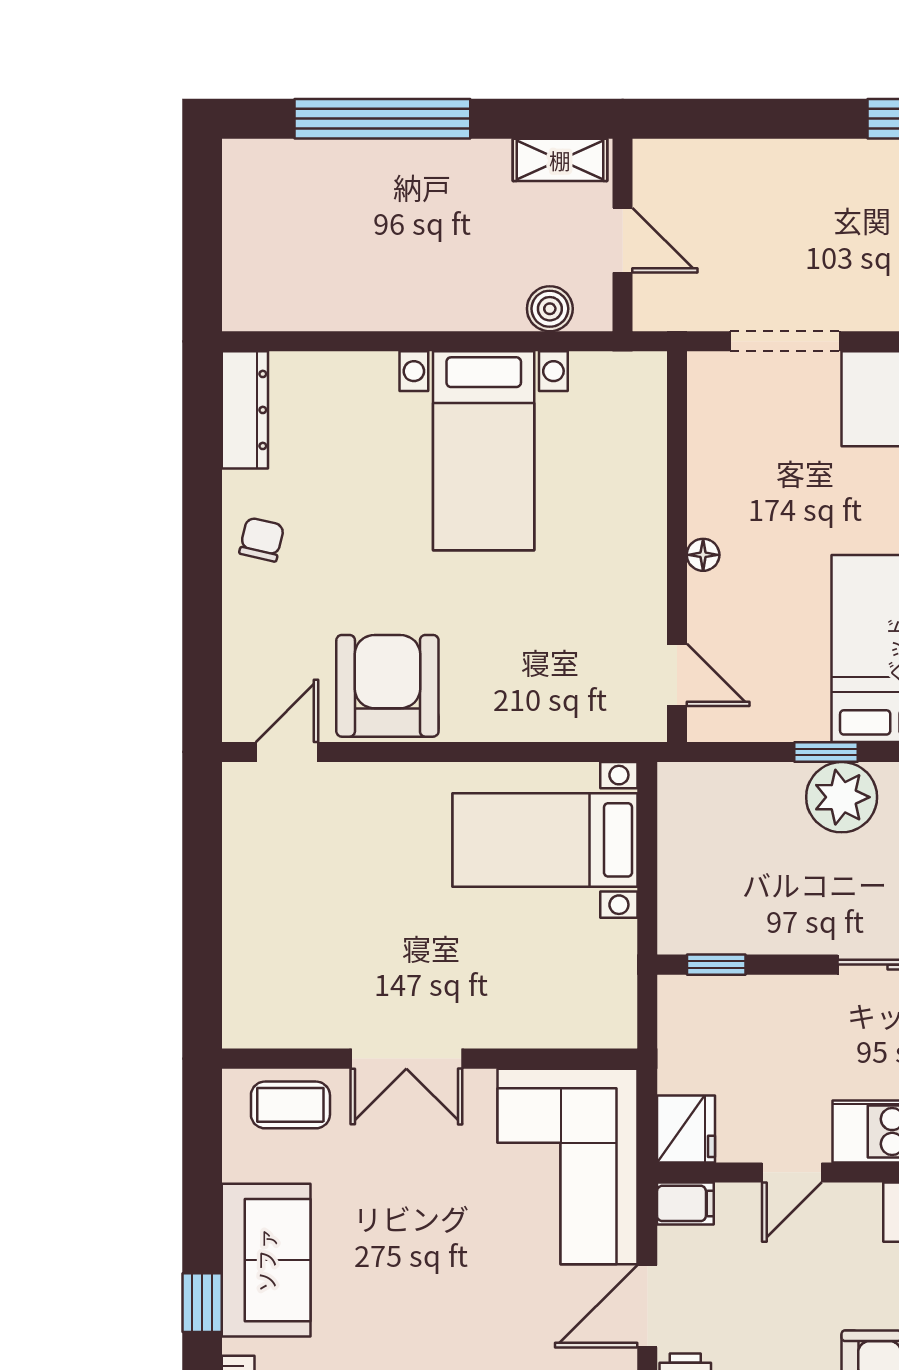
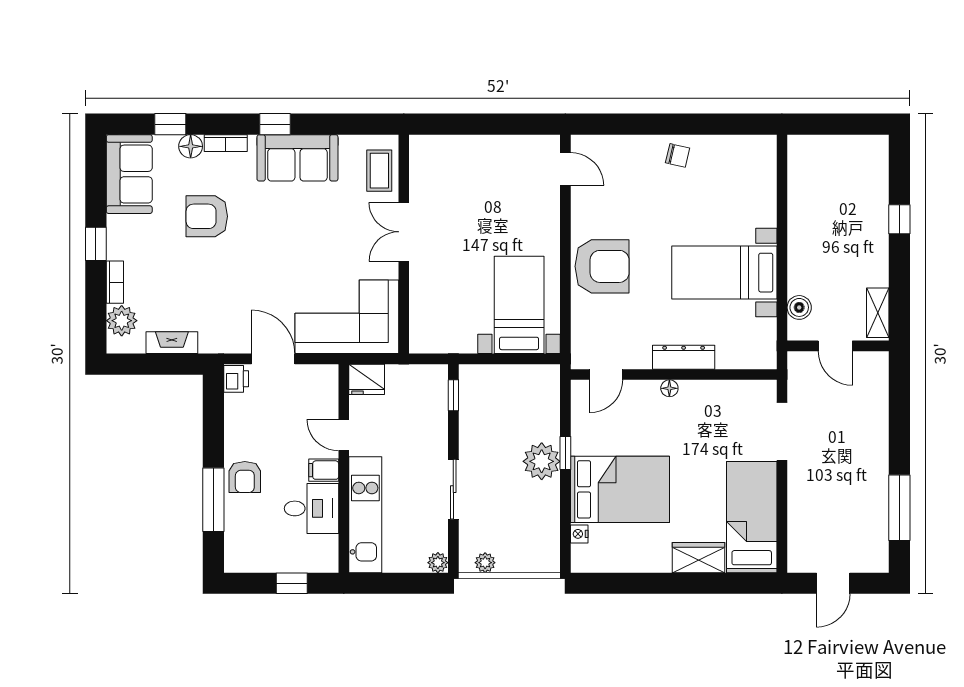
window: (382, 119) -> (899, 219), width x0.32
door: (623, 240) -> (835, 346), hinge flipped
dresser: (245, 410) -> (684, 357), moved, turned 180
armchair: (387, 686) -> (602, 266), moved
filing cabinet: (685, 1203) -> (324, 470), moved, turned 90

